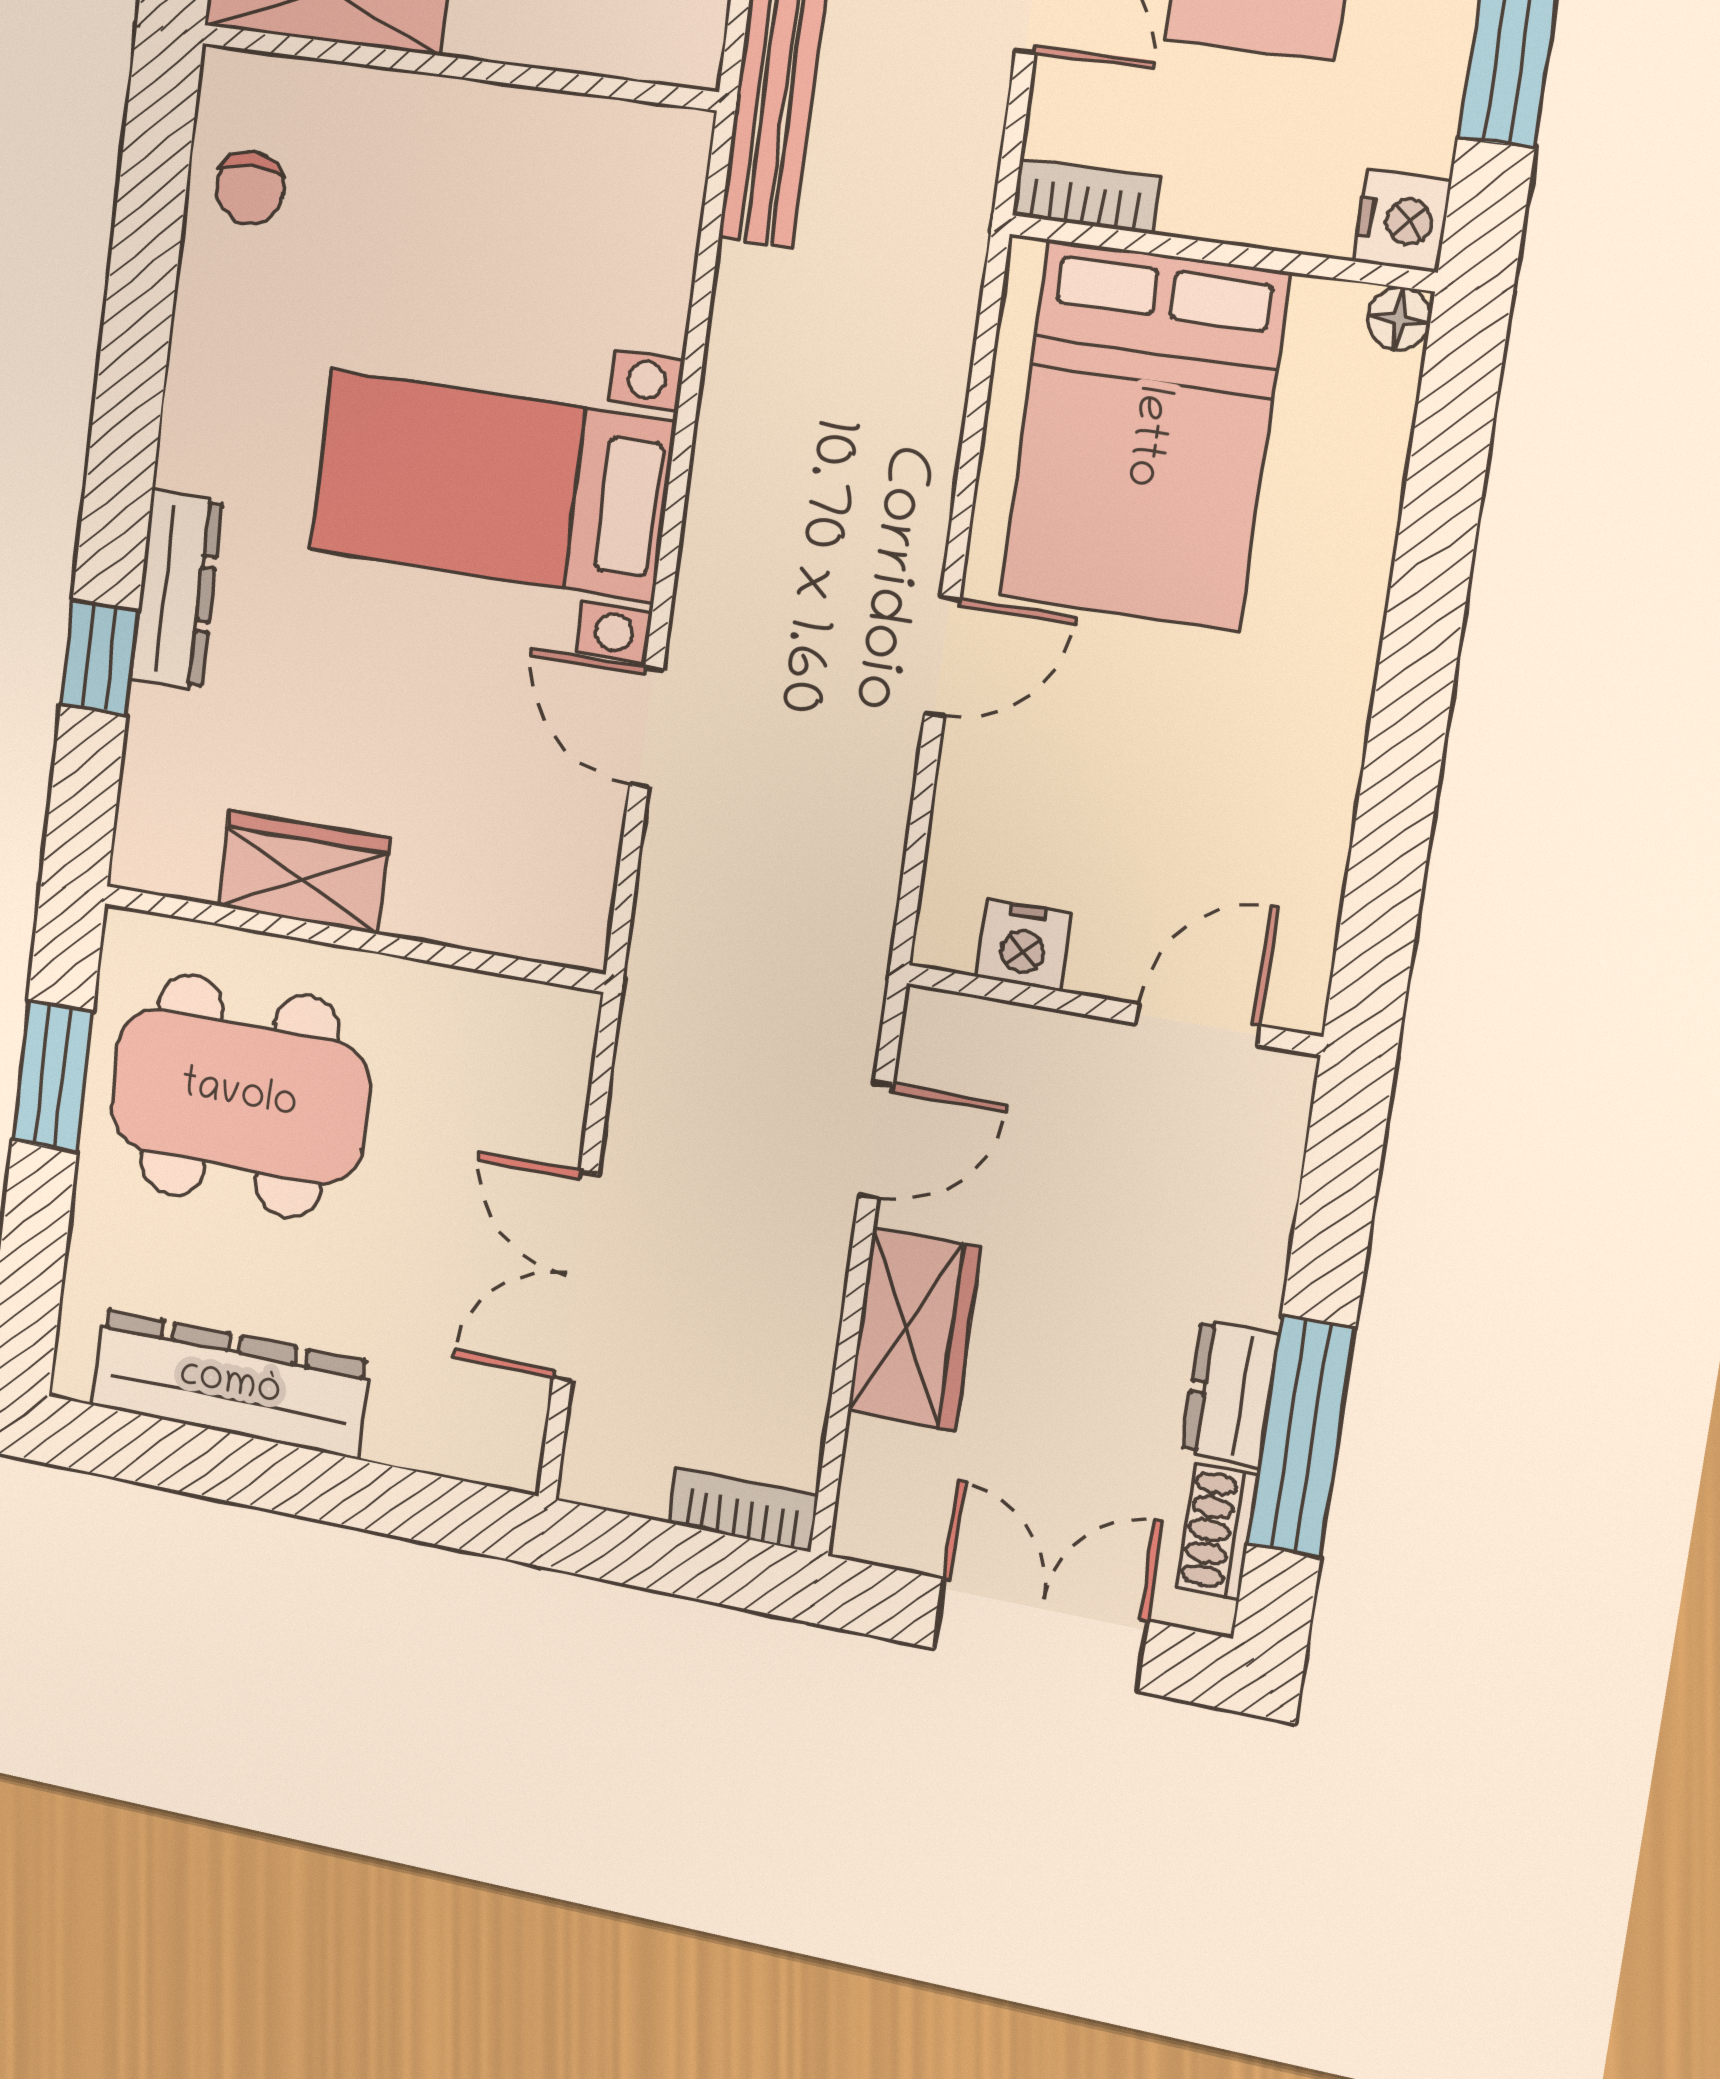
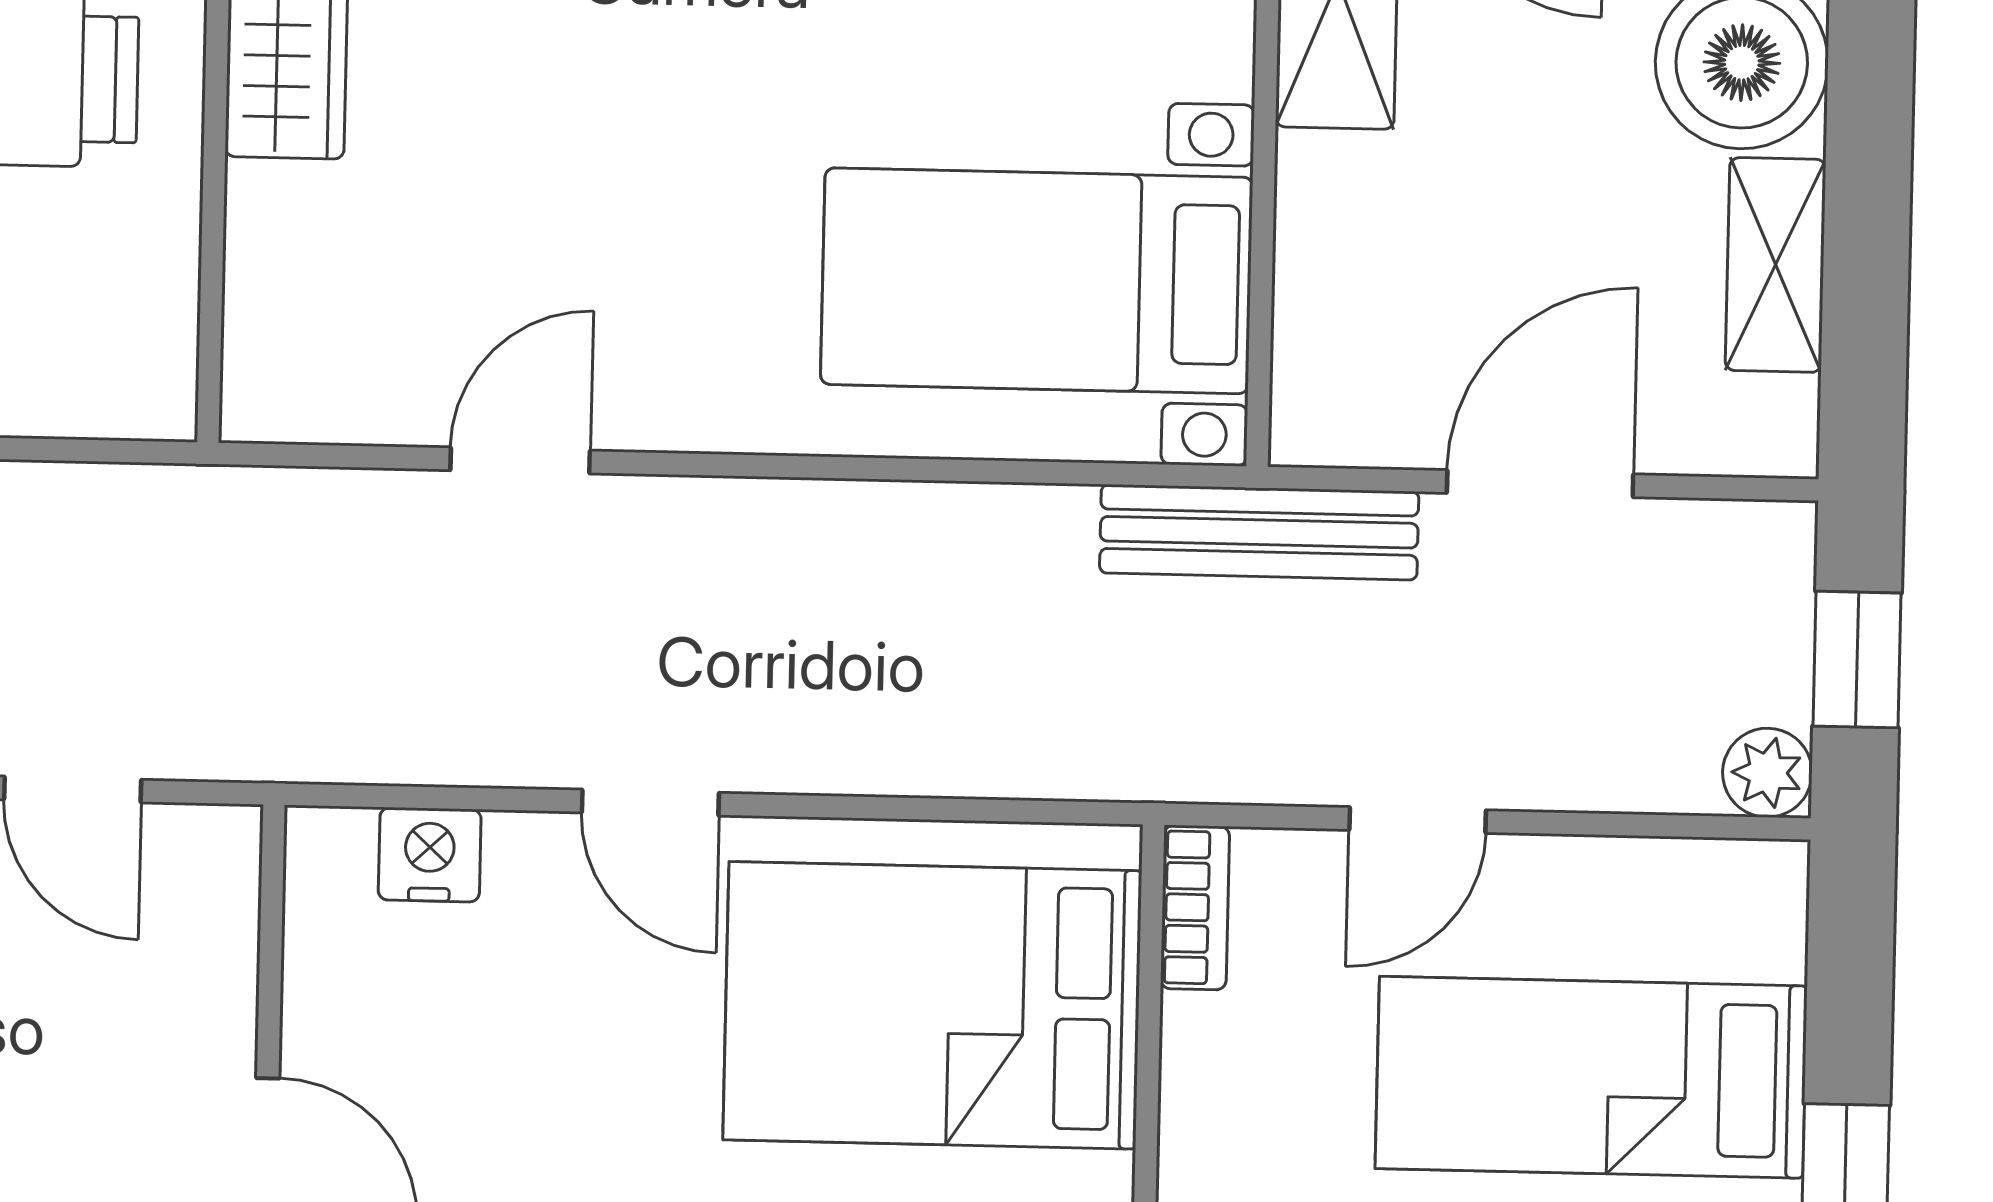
bed with nightstands: (492, 485) -> (1037, 281), moved, turned -90
nightstand: (1023, 945) -> (430, 855), moved, turned 90

